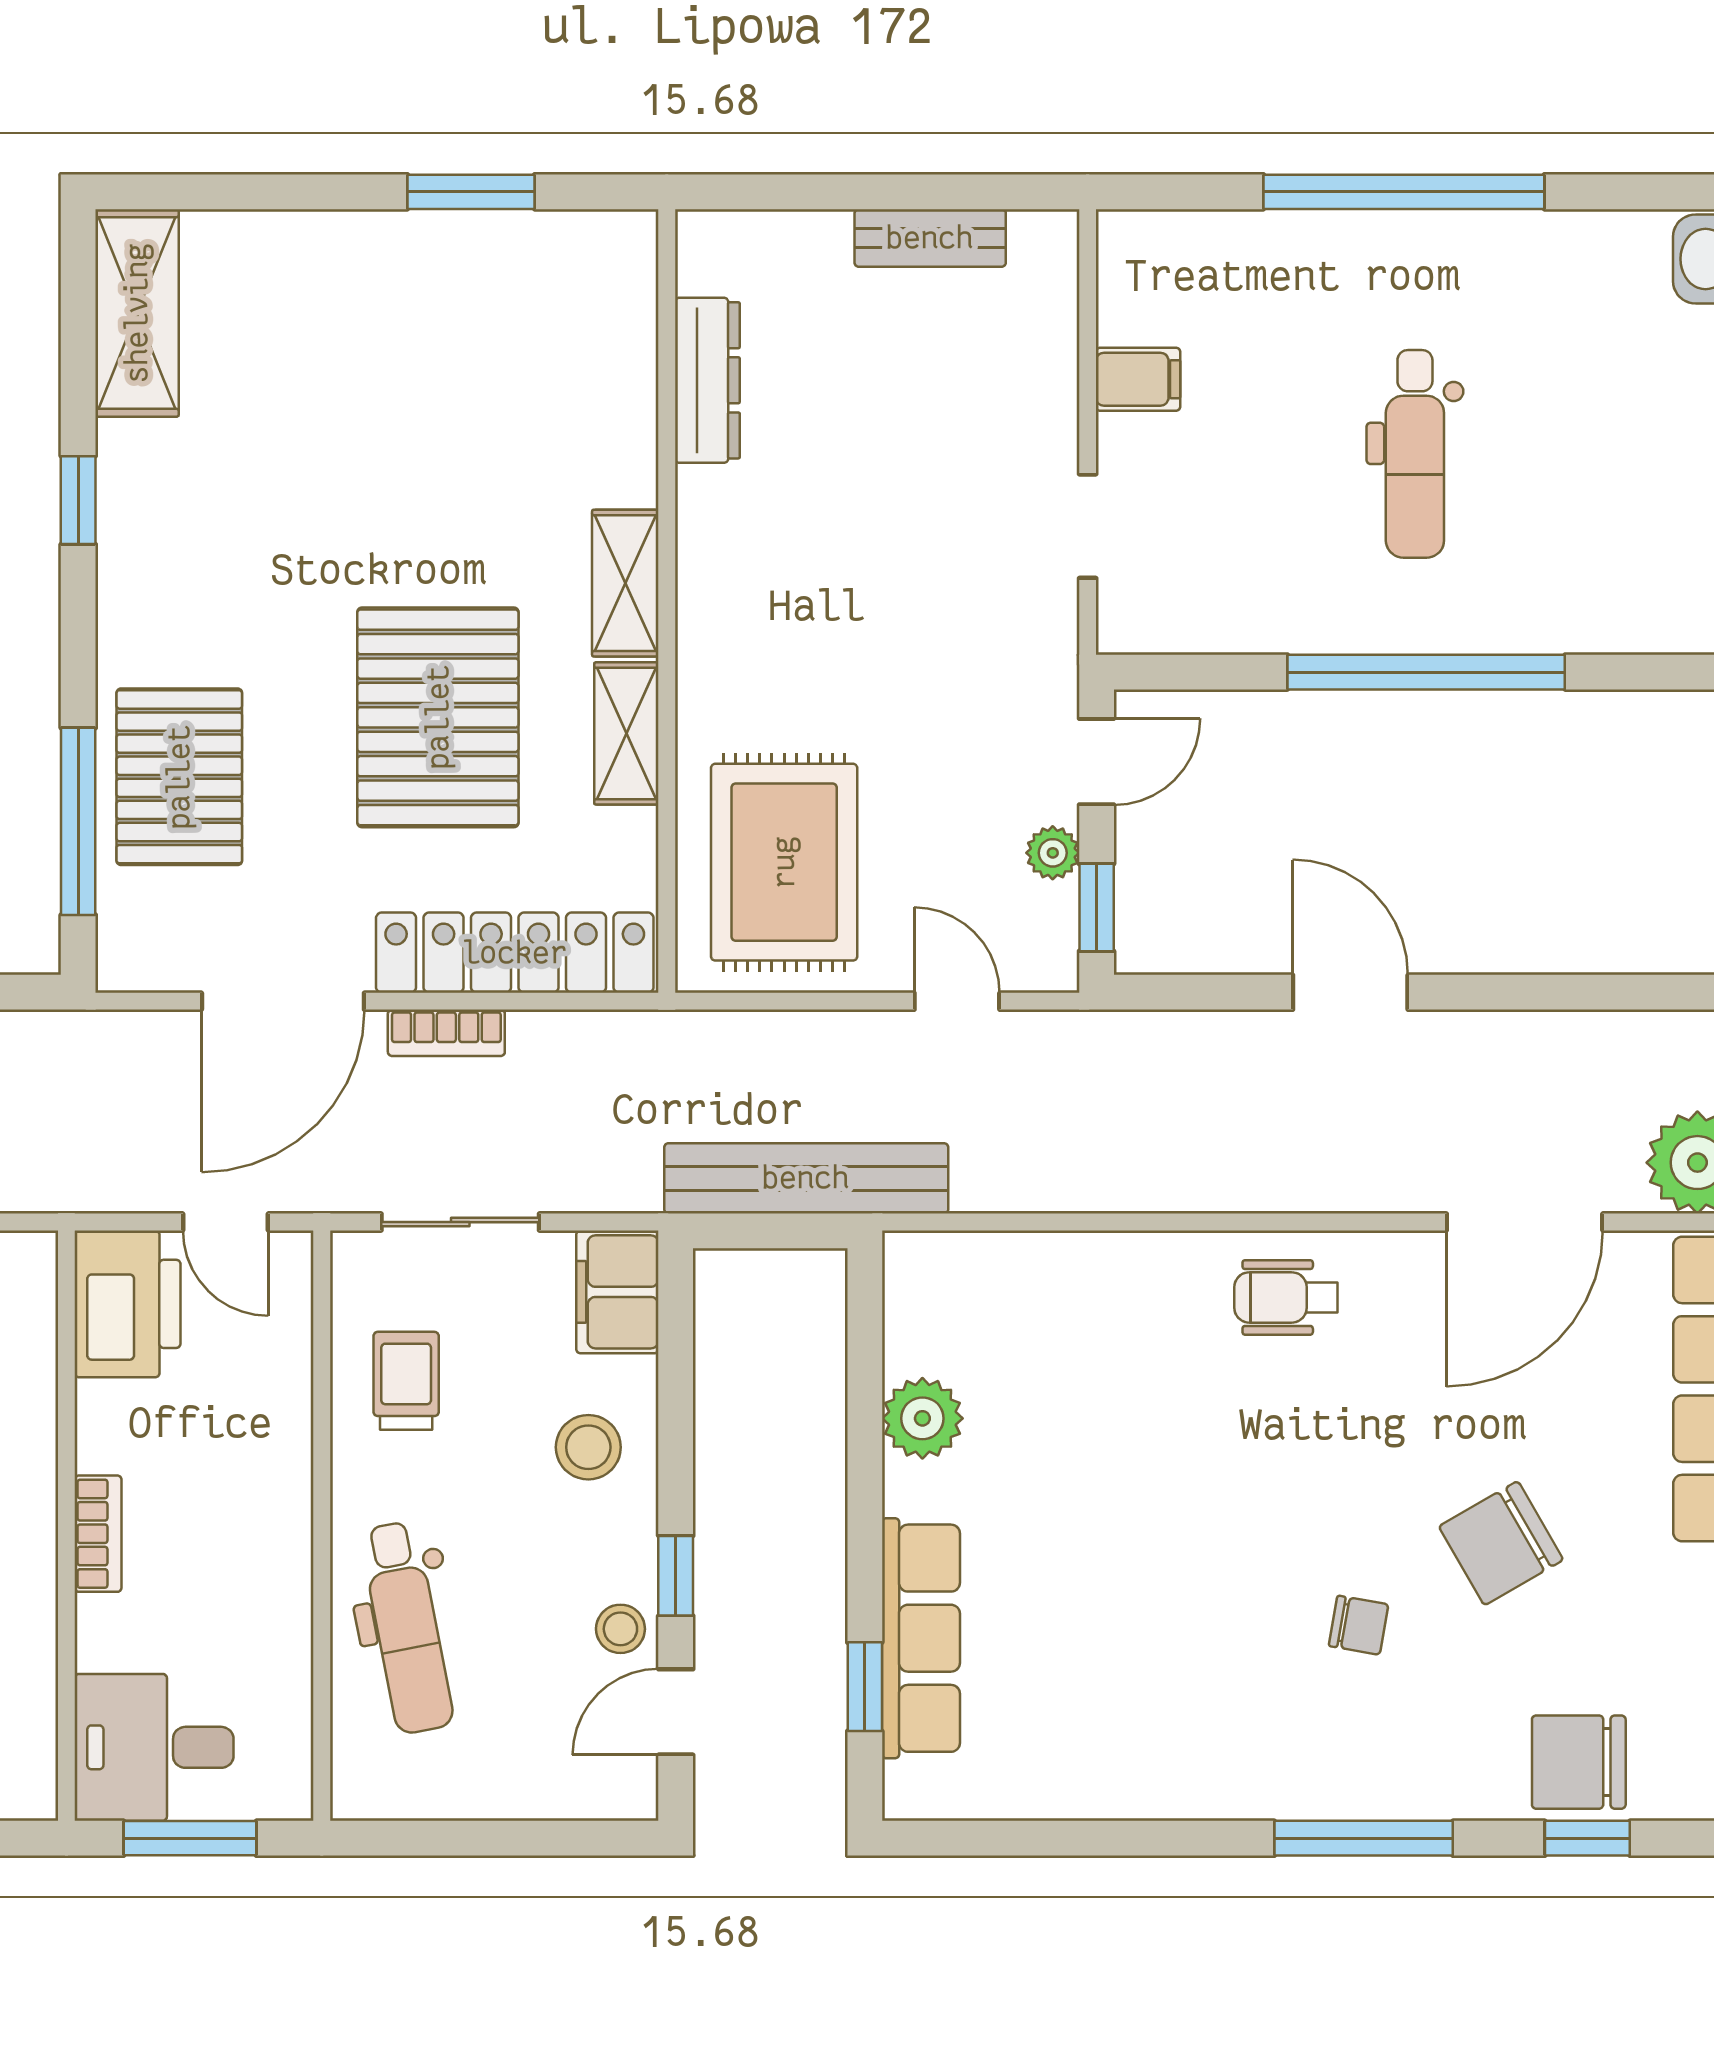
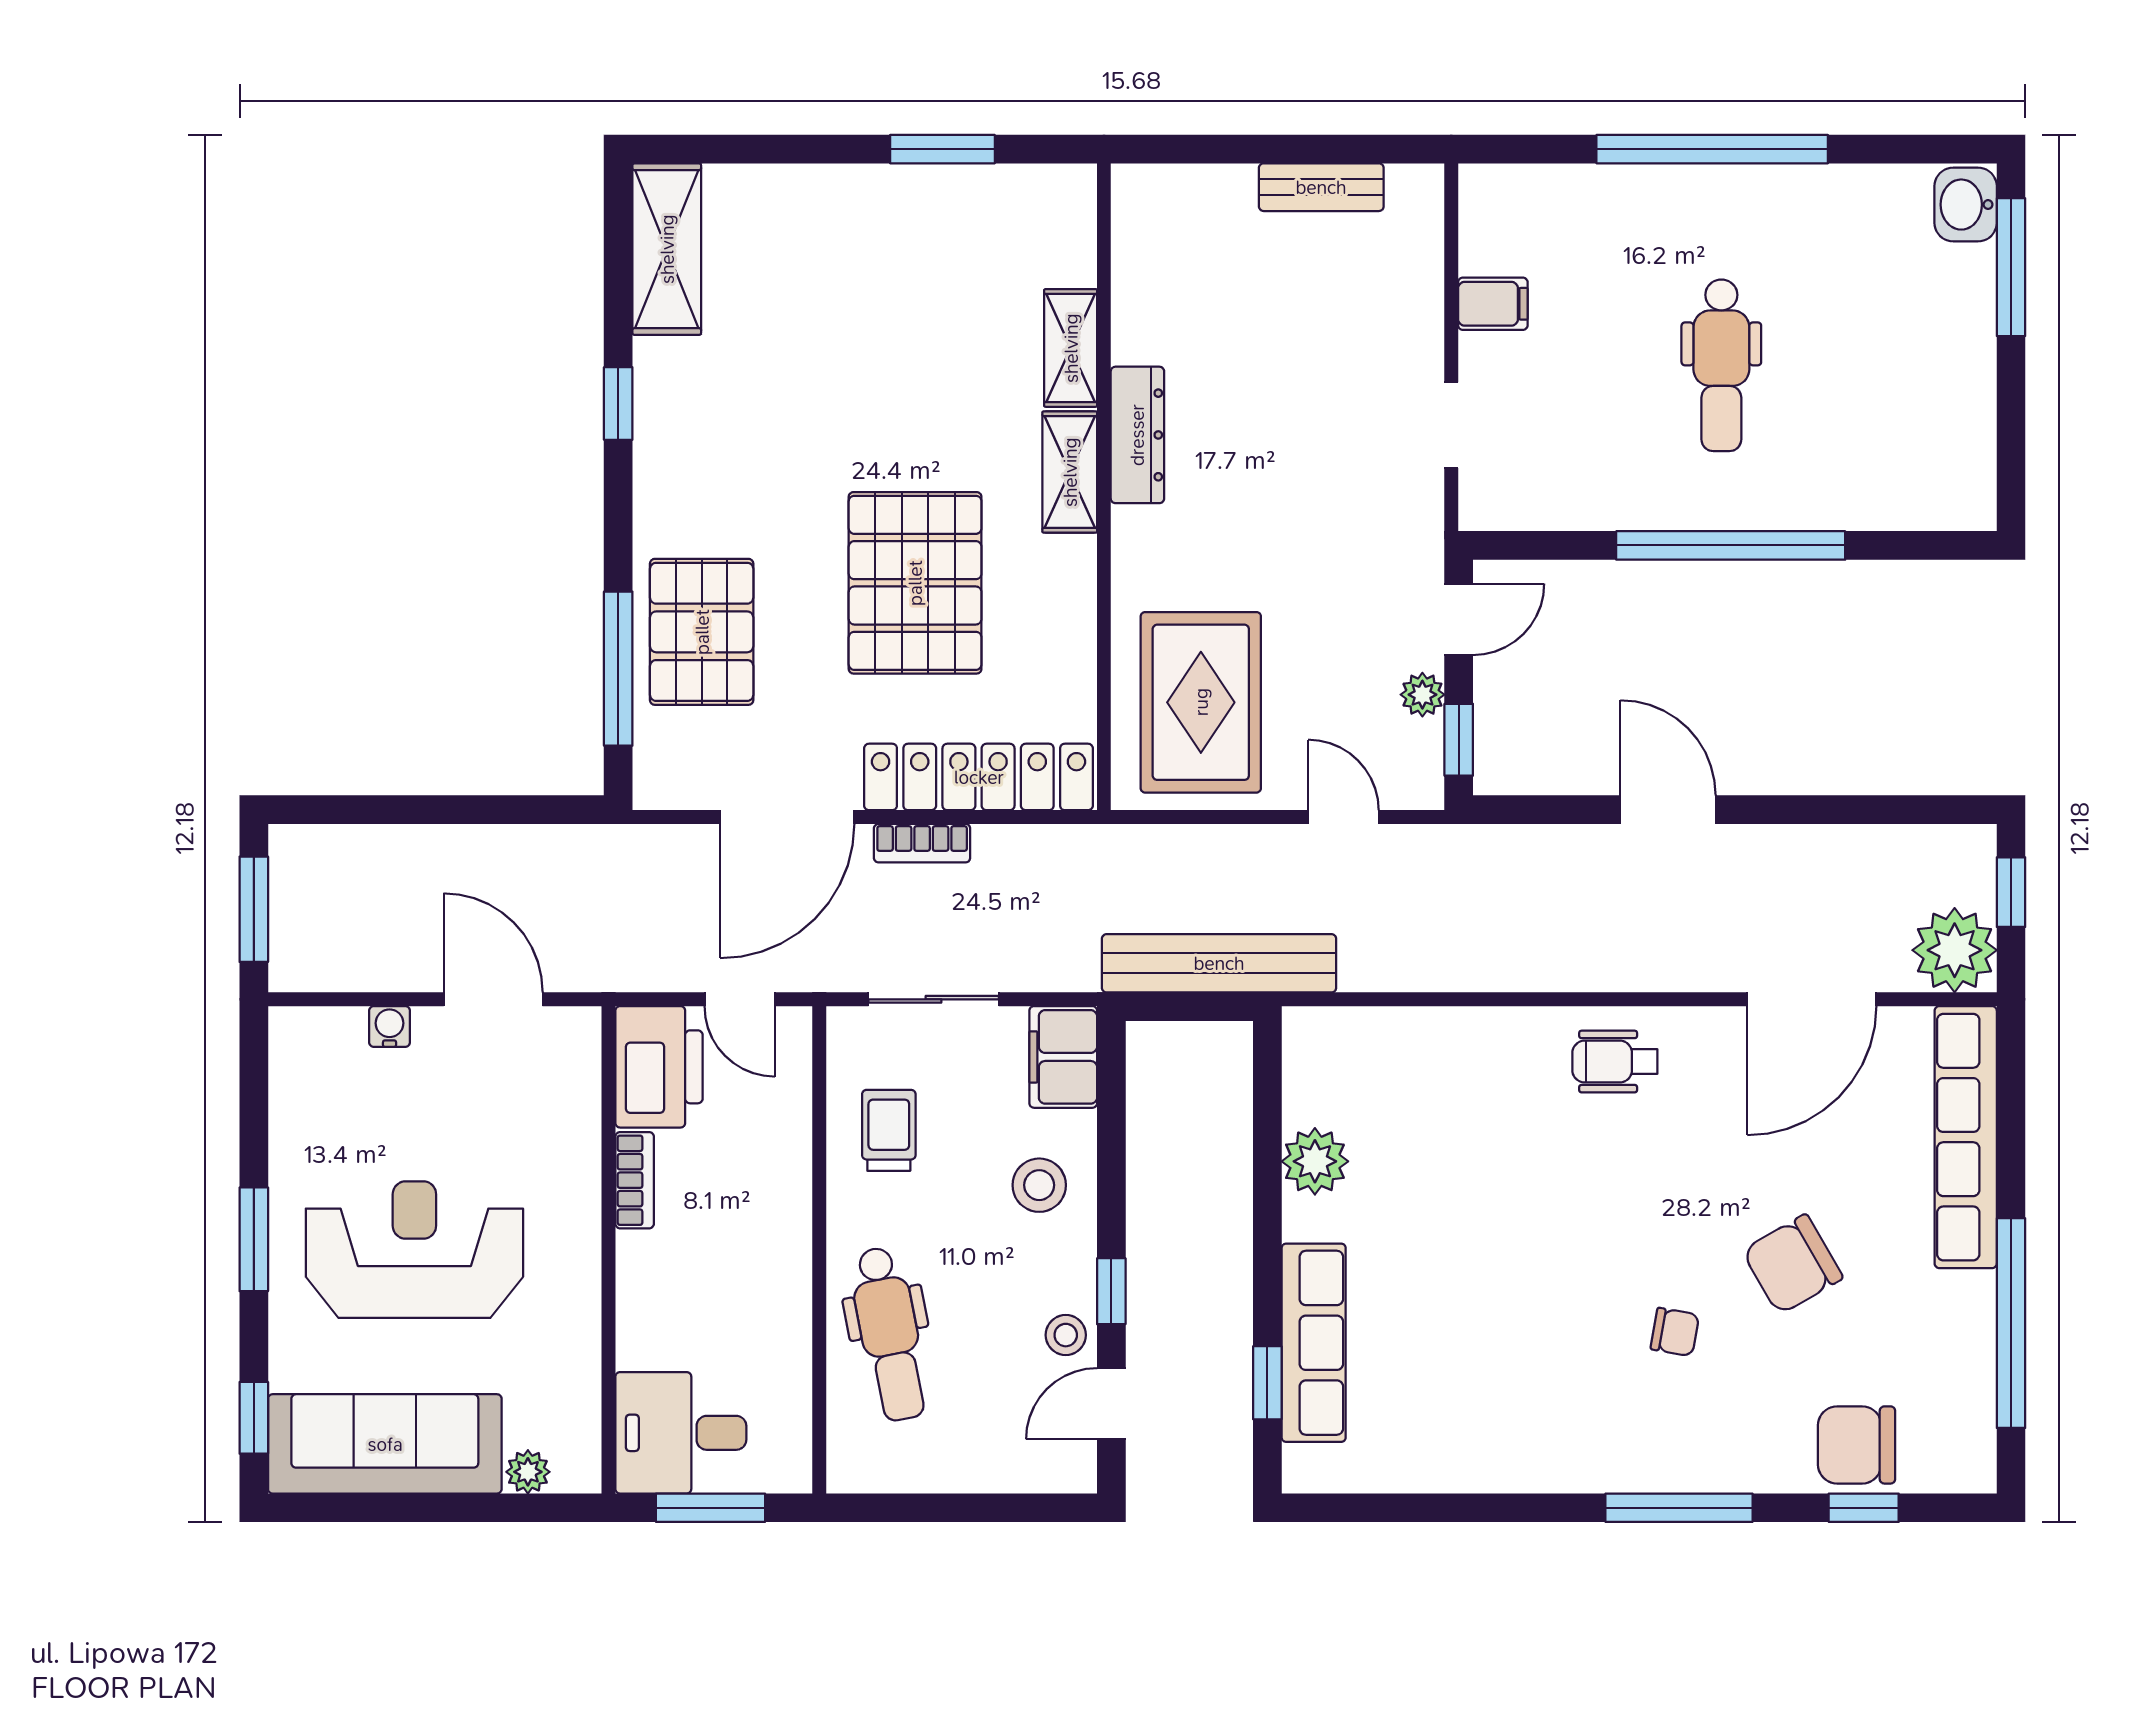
dresser: (707, 380) -> (1137, 435), moved
shelving: (626, 733) -> (1071, 348), moved
bookcase: (98, 1534) -> (635, 1180), moved

